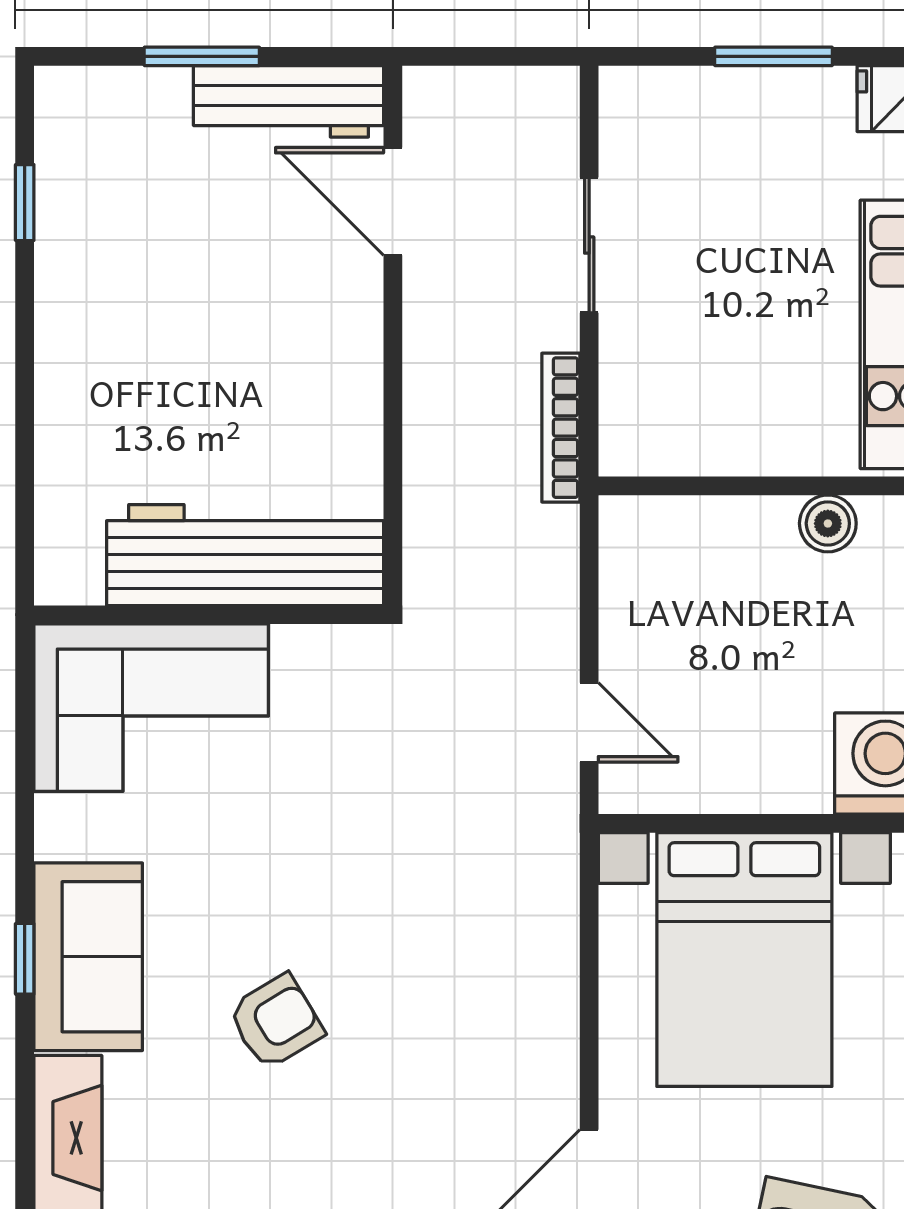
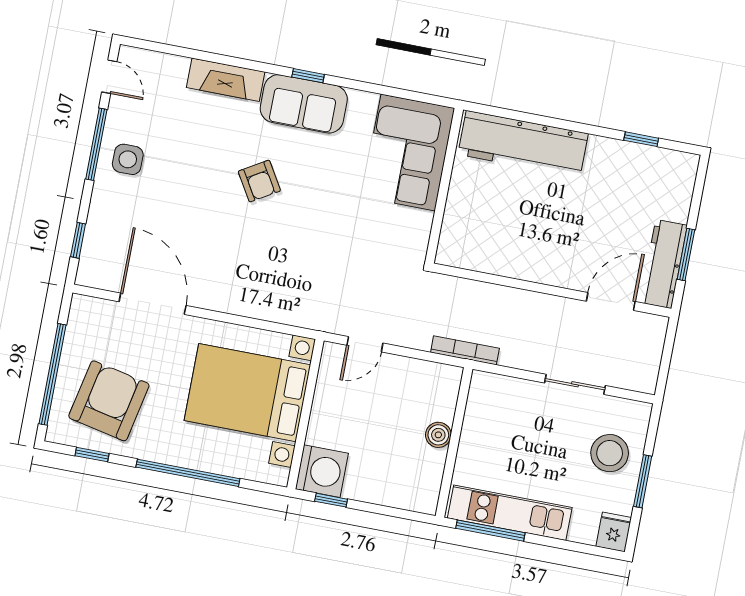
window: (202, 56) -> (686, 255), moved
stool: (726, 141) -> (610, 453), added
bookcase: (561, 428) -> (465, 350), moved
boiler: (828, 523) -> (438, 435), moved
workbench: (245, 555) -> (523, 144), moved, turned 90

